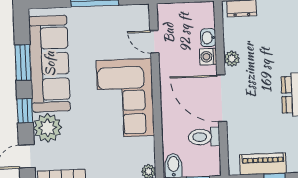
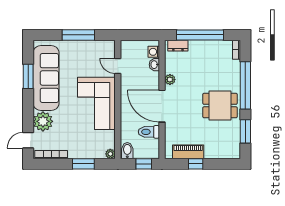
washing machine: (208, 57) -> (154, 52), moved
window: (25, 111) -> (28, 109), removed

